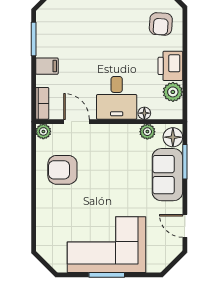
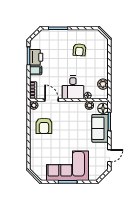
armchair: (161, 24) -> (79, 50), moved
printer: (170, 66) -> (36, 57), moved, turned 180
armchair: (62, 170) -> (44, 126), turned -90
door: (185, 226) -> (109, 156), swing flipped

